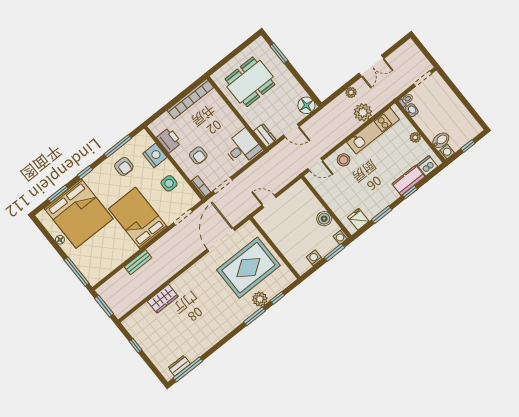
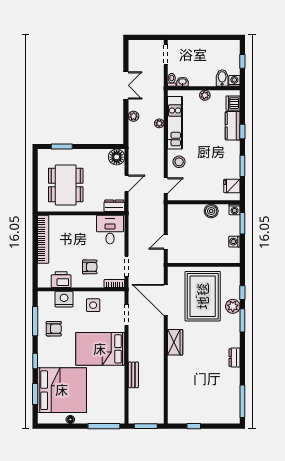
plant: (363, 112) -> (159, 123), width x0.53, depth x0.53
wardrobe: (163, 299) -> (175, 342), moved
dresser: (179, 366) -> (235, 358), moved

